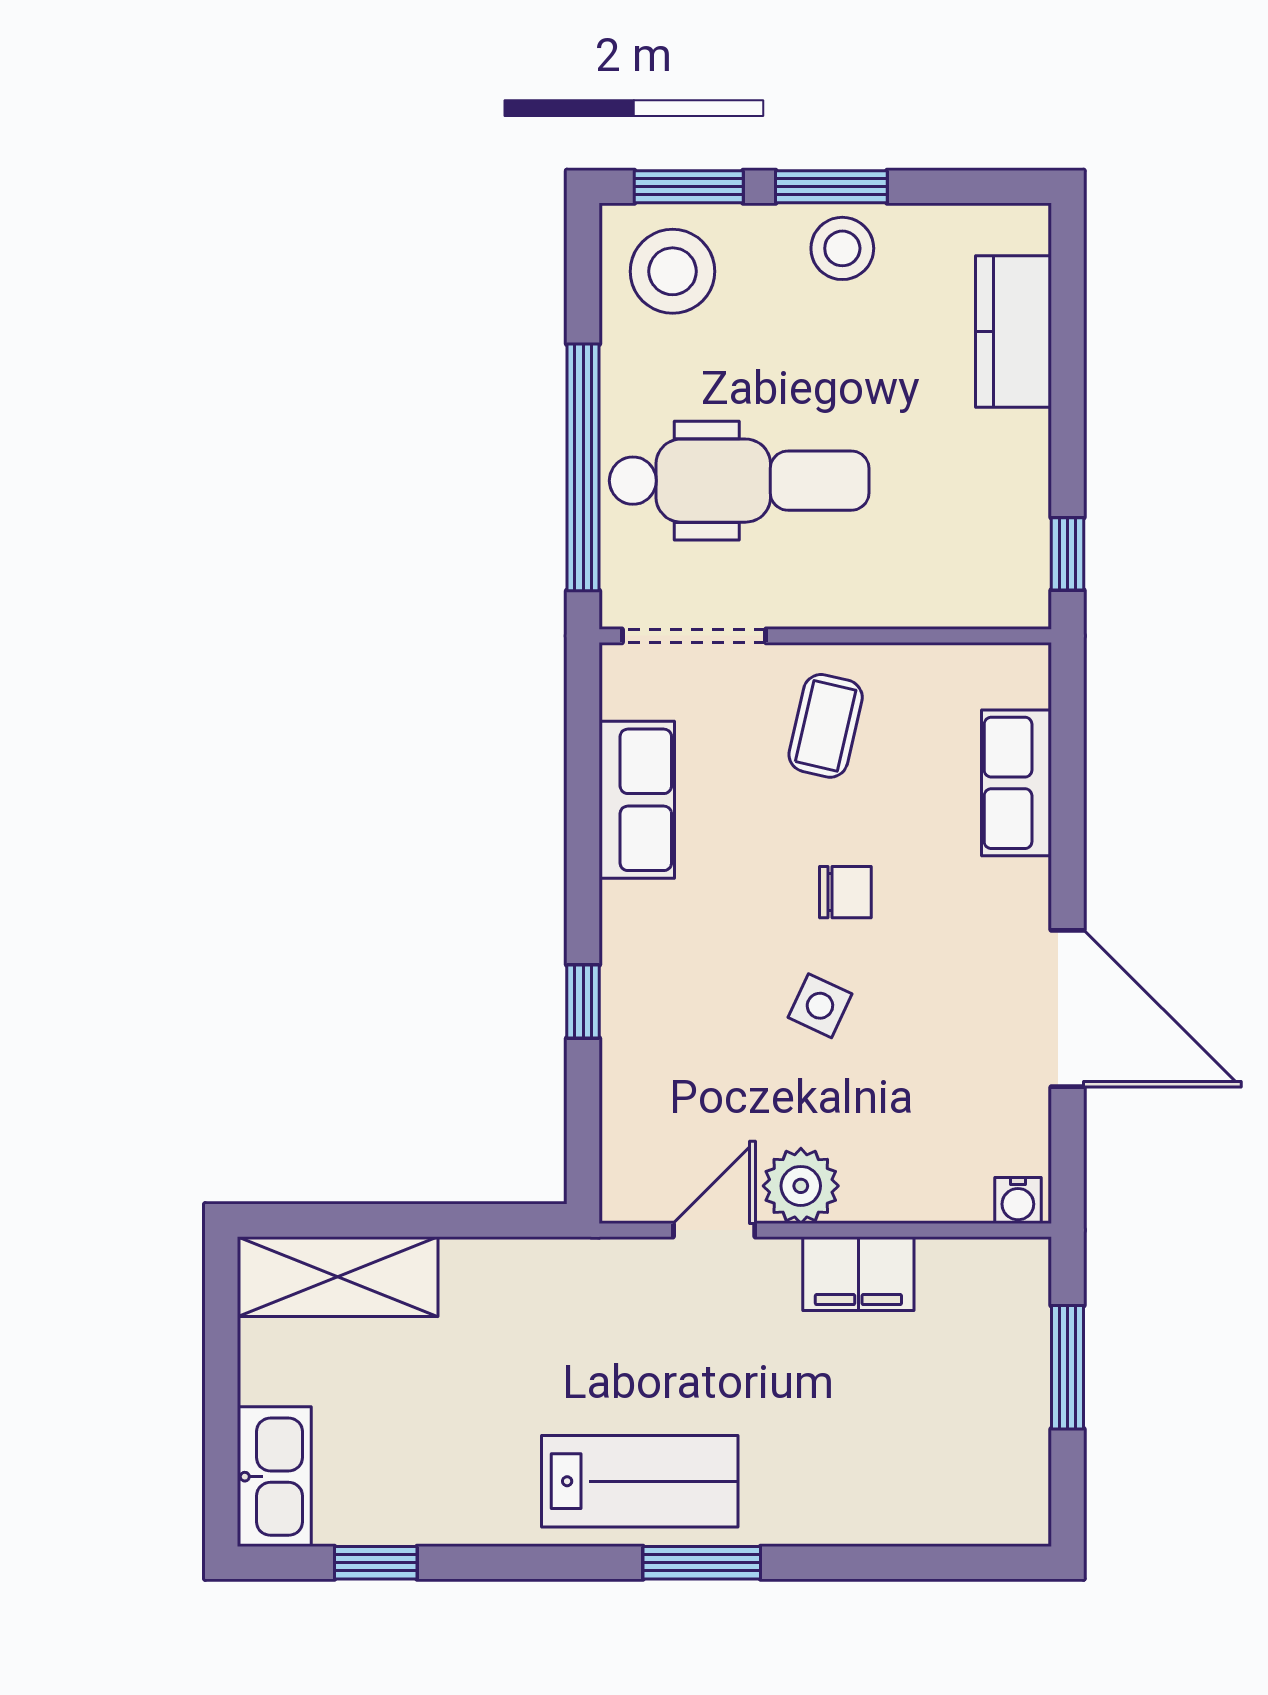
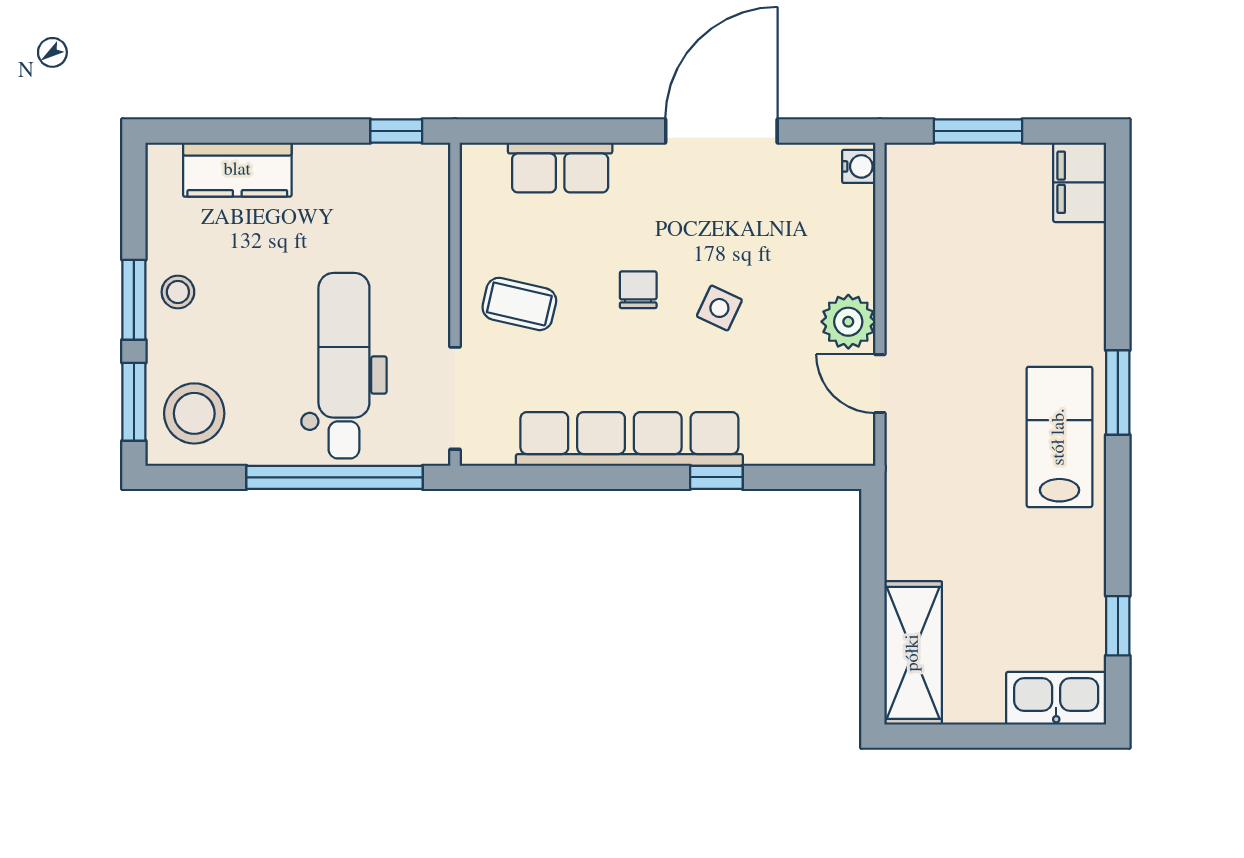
stool: (842, 248) -> (178, 292), width x0.73, depth x0.73
row of seats: (637, 800) -> (629, 439), width x2.02
filing cabinet: (858, 1274) -> (1080, 182), moved, turned 180

